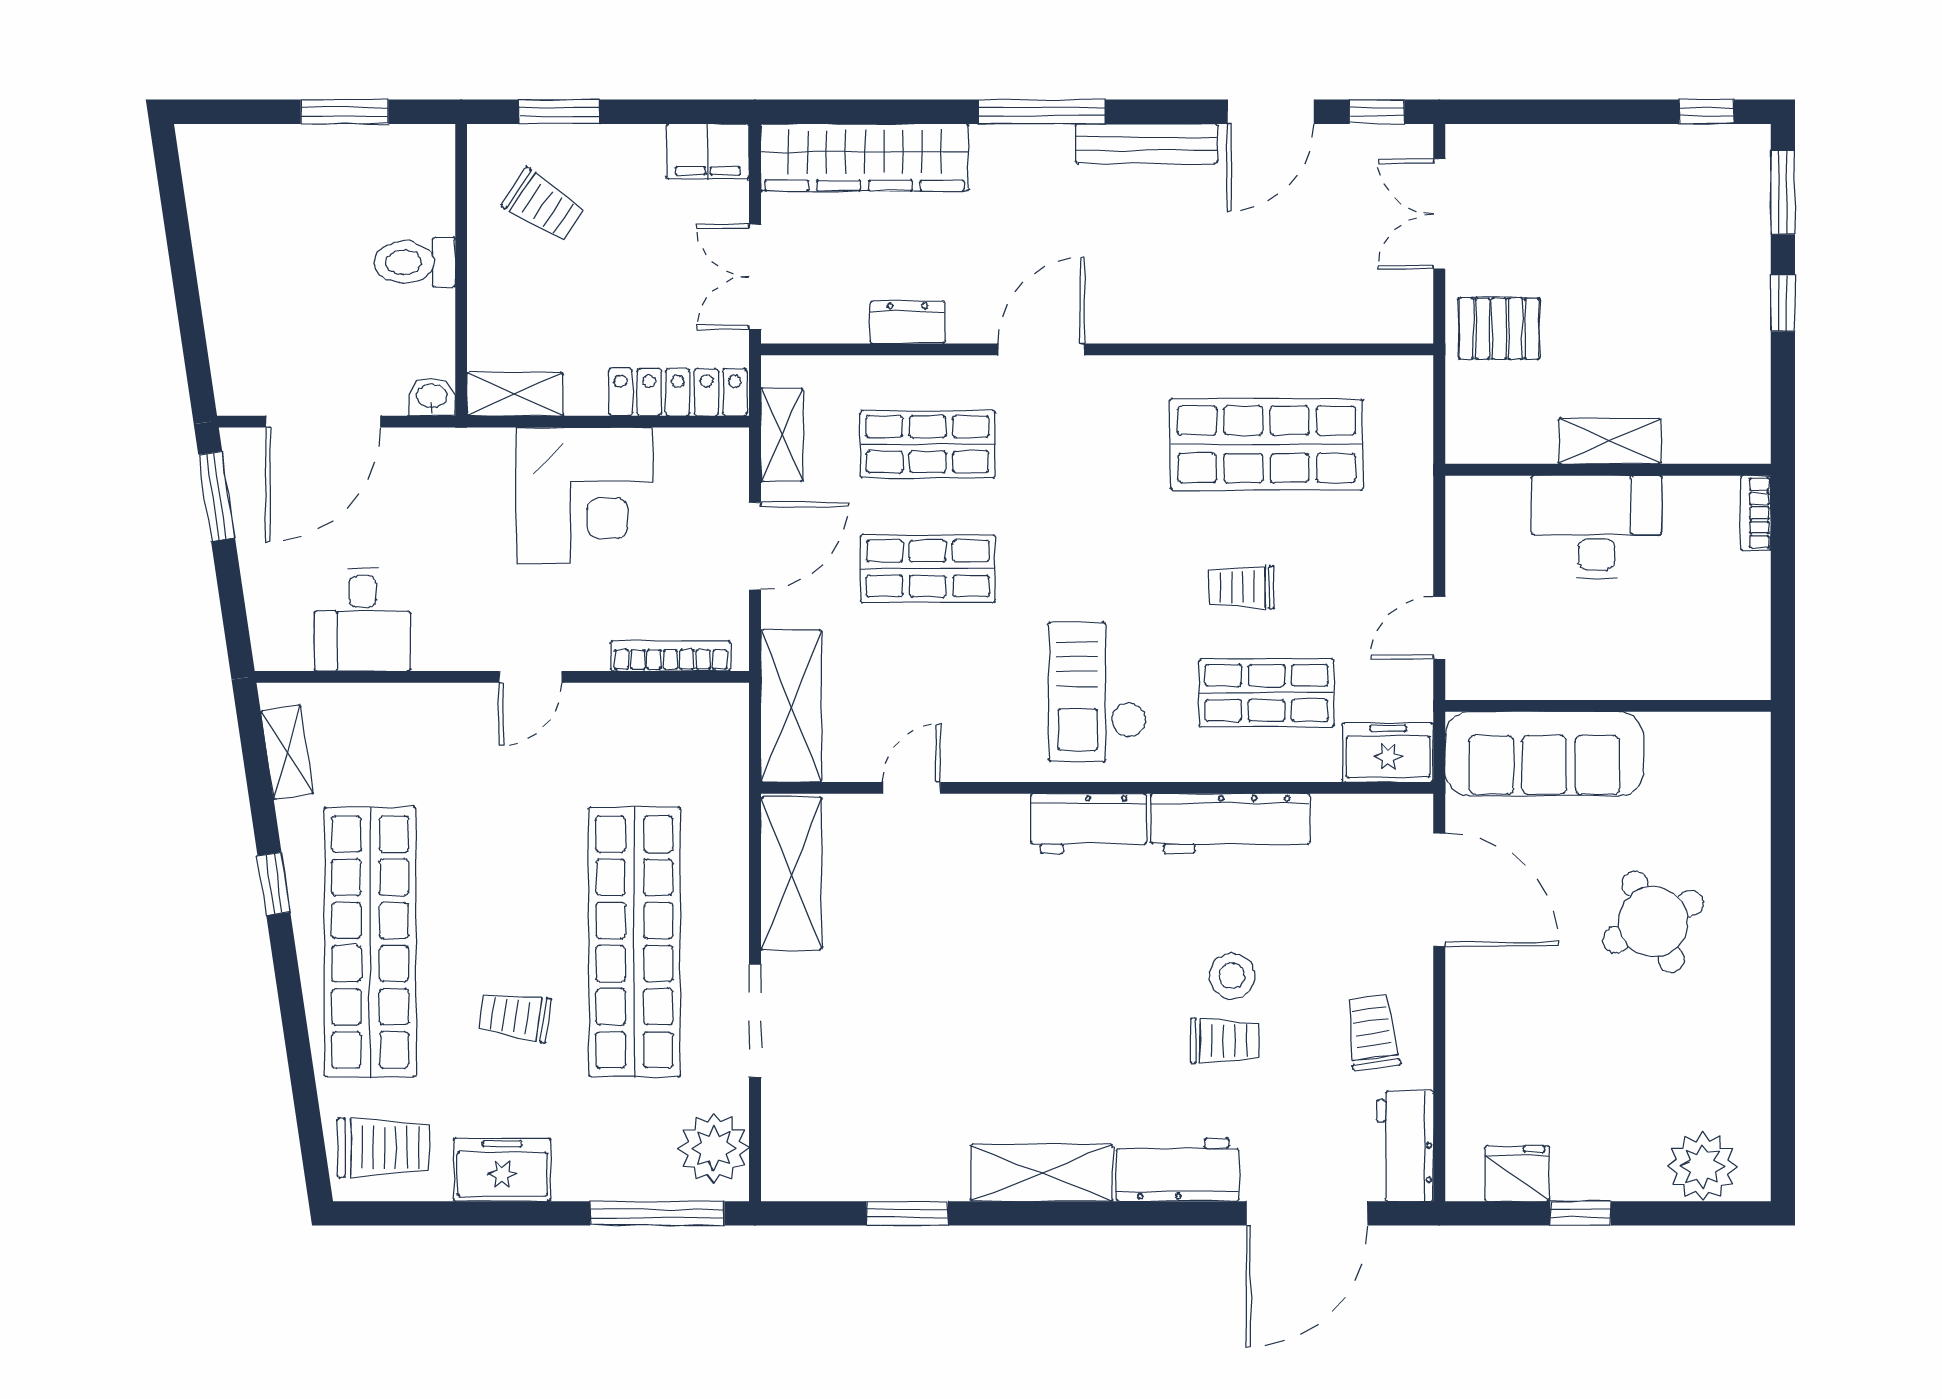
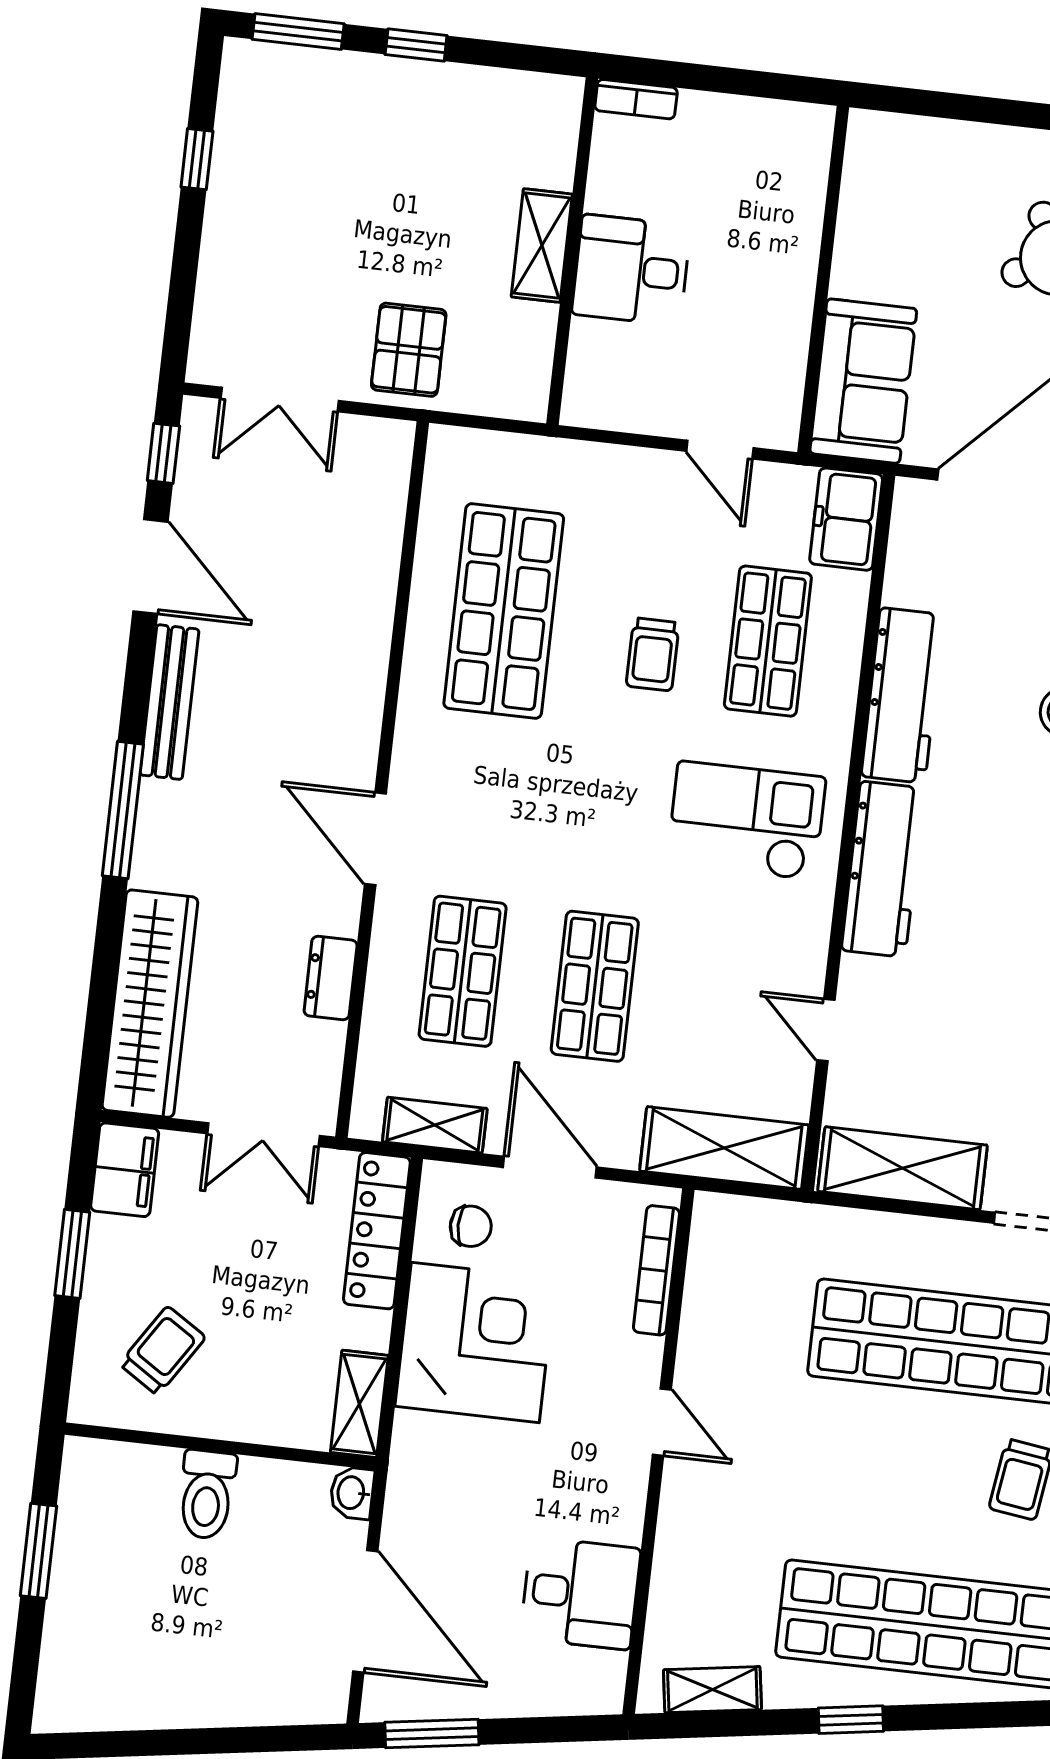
window: (559, 112) -> (72, 1254), moved
window: (1706, 112) -> (197, 159), moved
chair: (692, 479) -> (471, 1226), added
desk: (1597, 527) -> (631, 270), width x0.73
checkout: (1097, 692) -> (746, 821), turned 180
sofa: (1544, 754) -> (863, 381), width x0.73
workbench: (1089, 824) -> (883, 869), width x1.38

